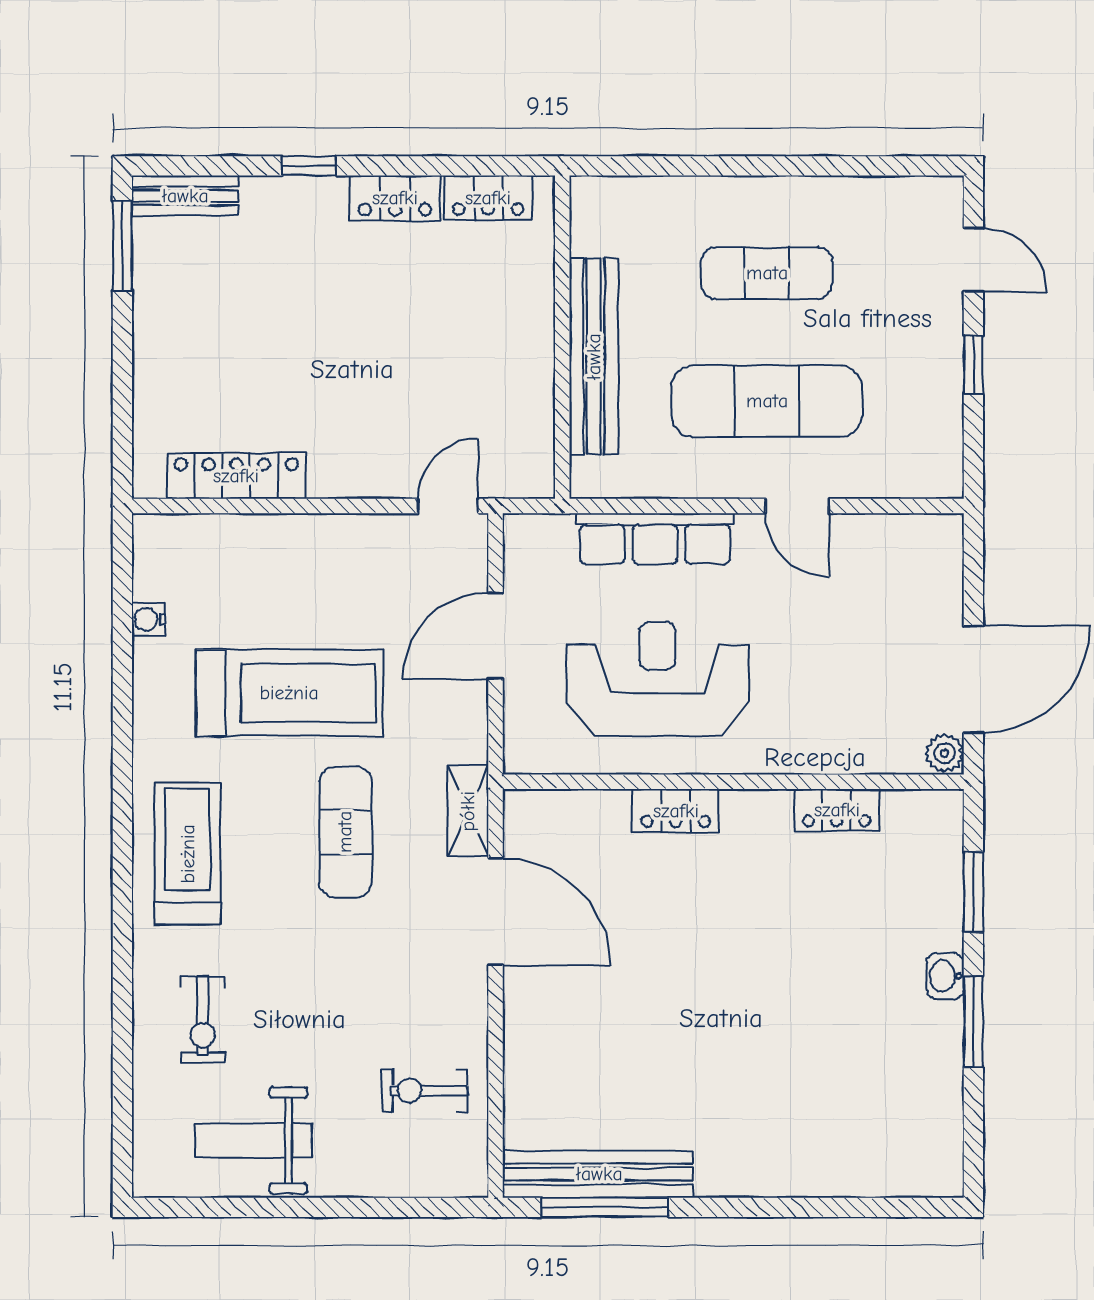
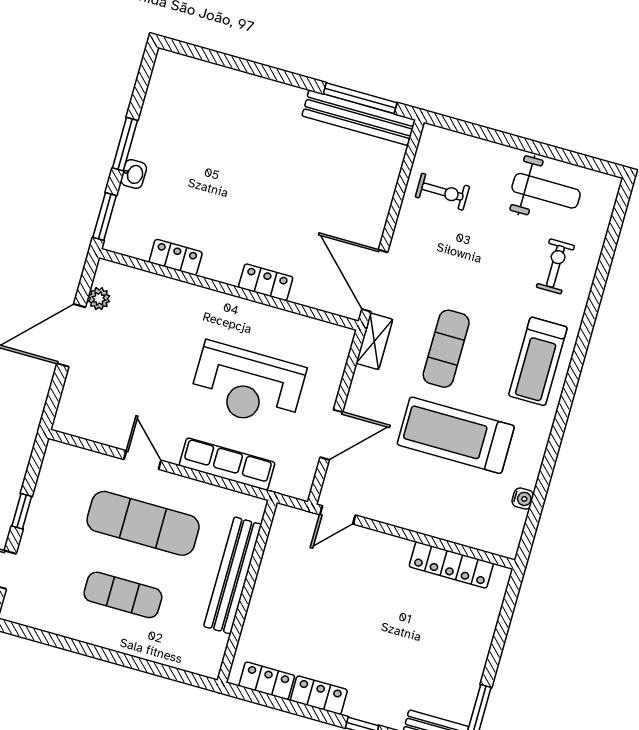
wall: (733, 782) -> (229, 289), moved
locker: (837, 810) -> (176, 257), moved
locker: (676, 811) -> (266, 282), moved

